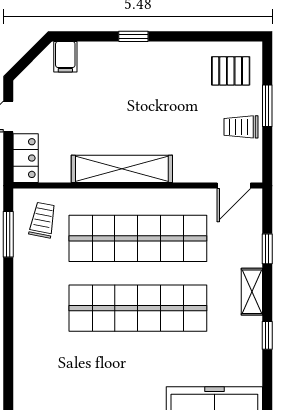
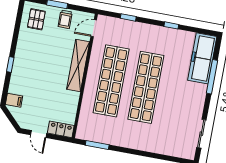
shelving: (122, 169) -> (78, 66), moved
door: (234, 186) -> (94, 28), swing flipped
trolley: (43, 220) -> (93, 127), removed
shelving: (252, 292) -> (148, 29), removed

